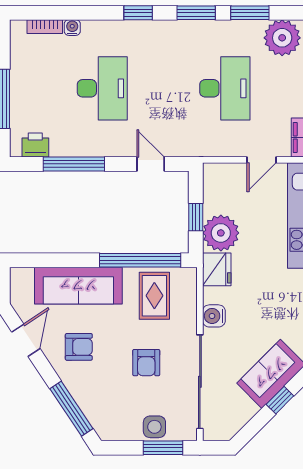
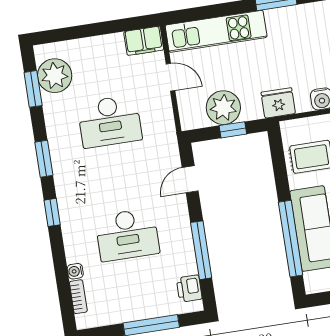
window: (250, 13) -> (33, 89), moved
desk: (102, 88) -> (127, 235), turned 180
desk: (225, 88) -> (110, 121), turned 180
plant: (221, 233) -> (223, 108), moved
window: (140, 260) -> (291, 239), moved

